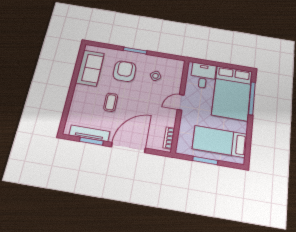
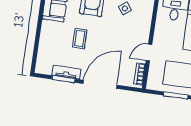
door: (181, 102) -> (149, 53), moved
tv unit: (89, 133) -> (66, 72), width x0.71

